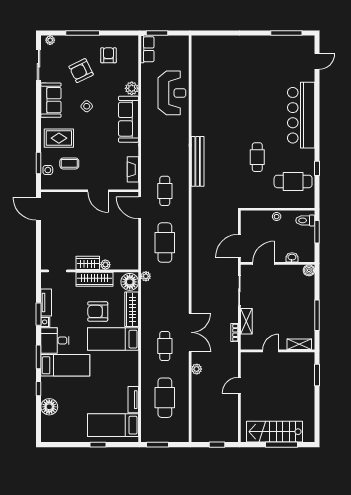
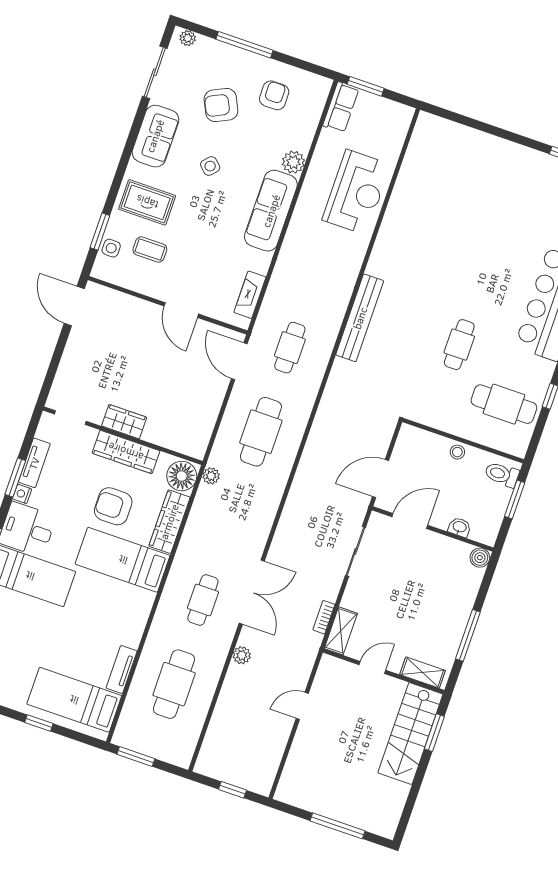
plant: (105, 265) -> (152, 434), removed
shelving: (246, 321) -> (341, 631), moved
stairs: (275, 432) -> (410, 733), moved, turned -90

